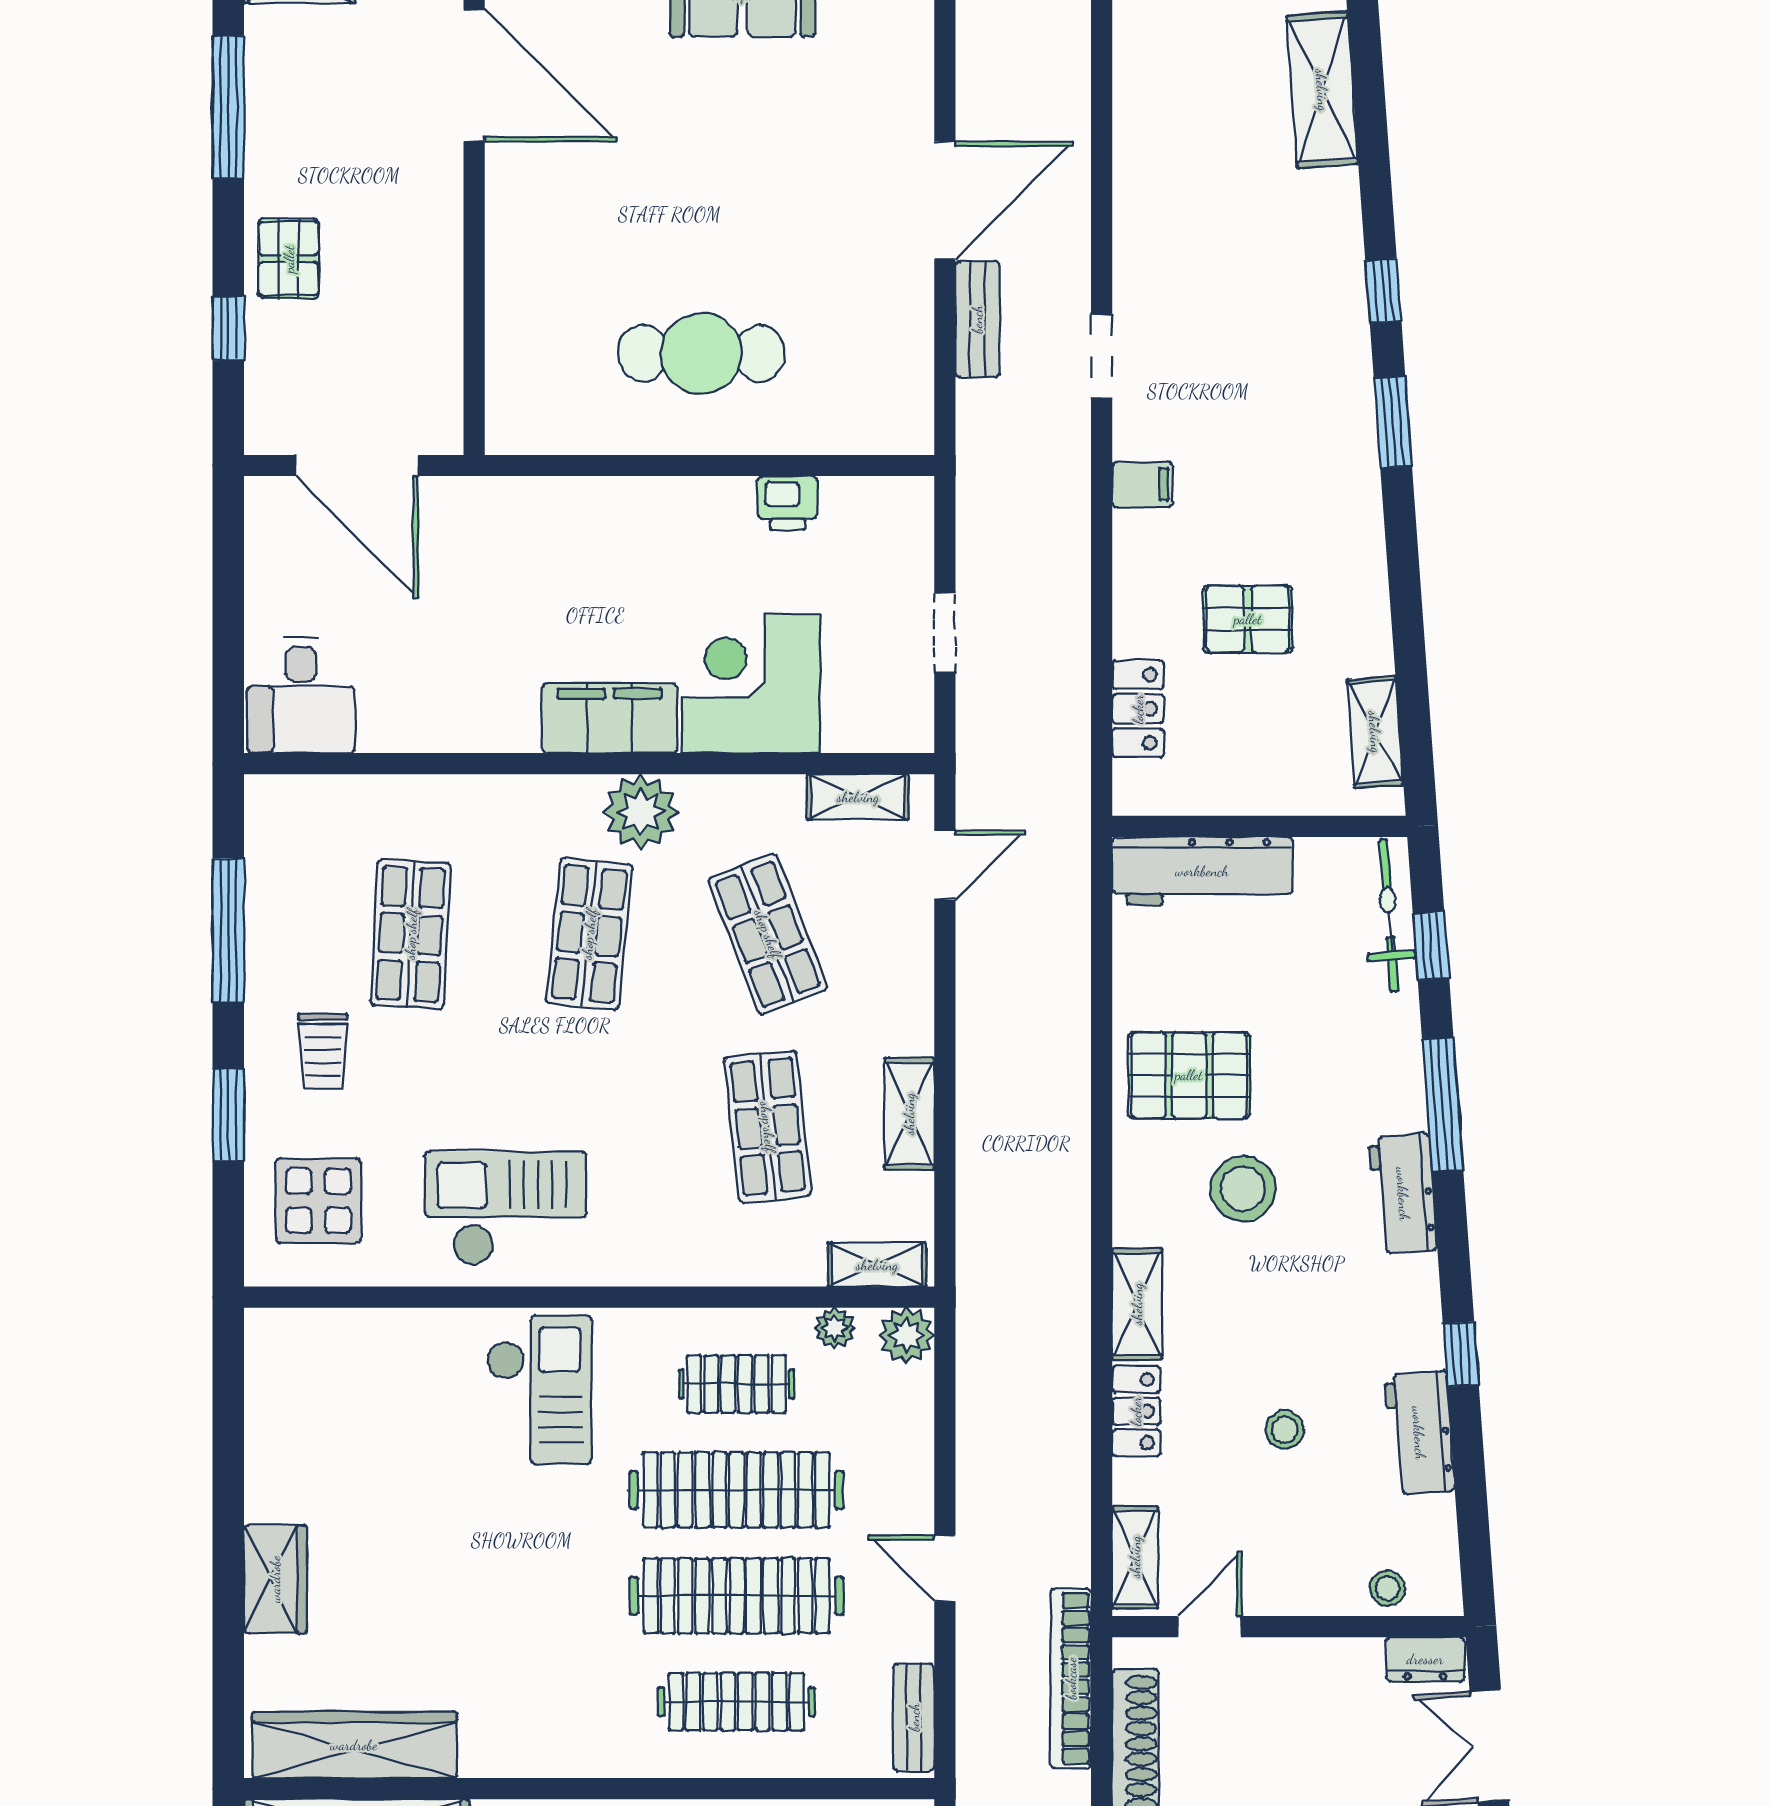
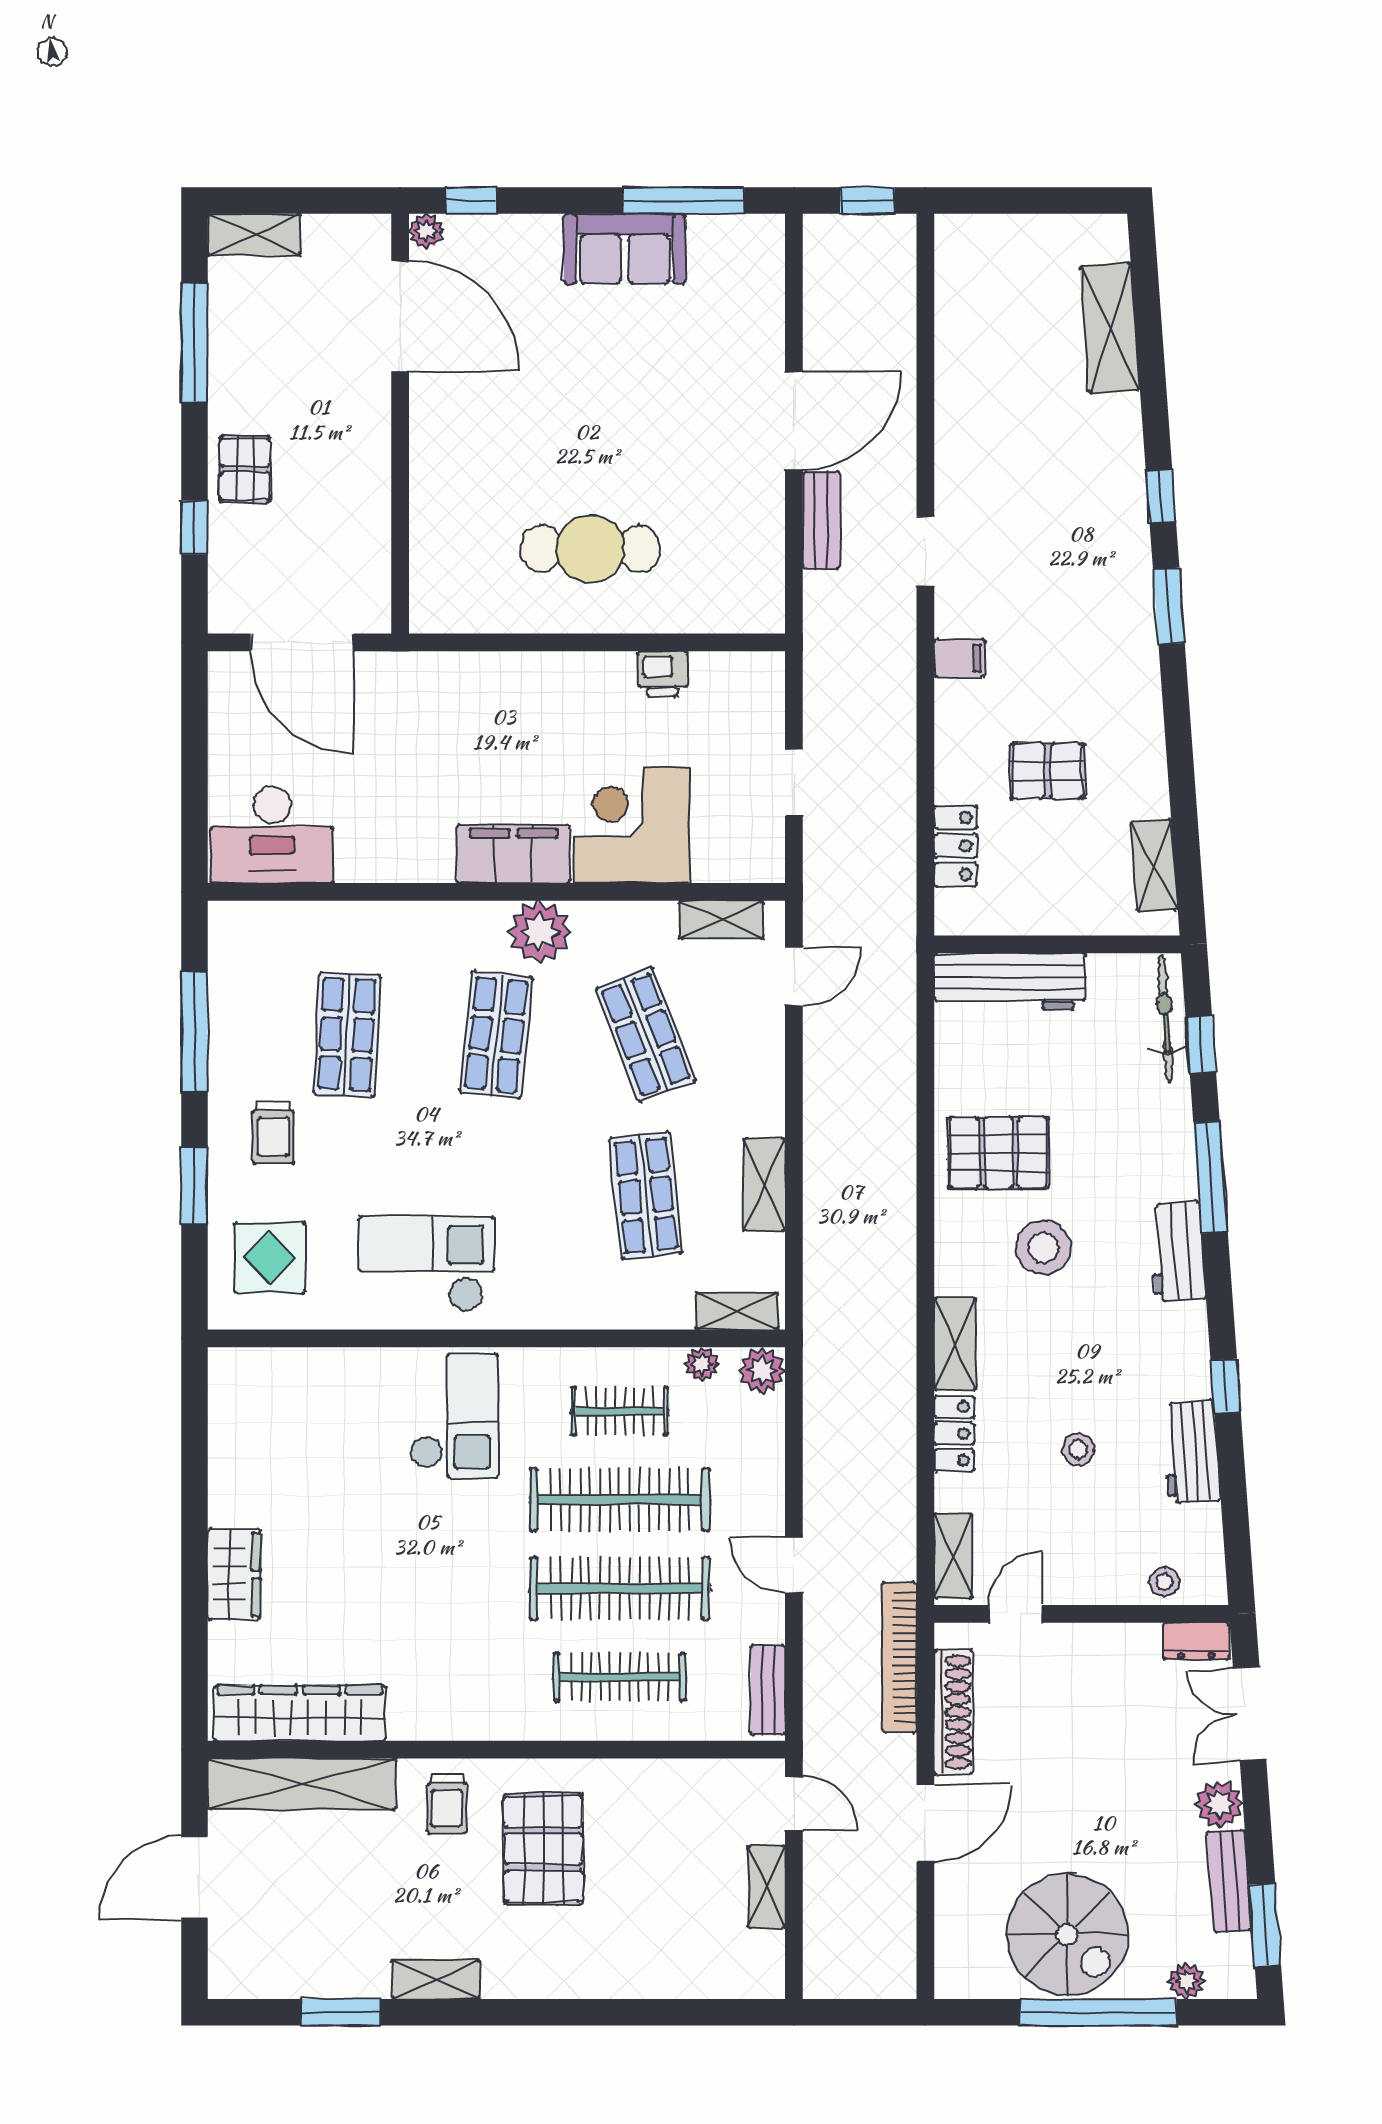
desk: (301, 695) -> (272, 835), width x1.37

